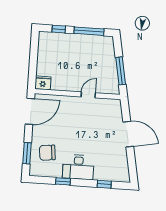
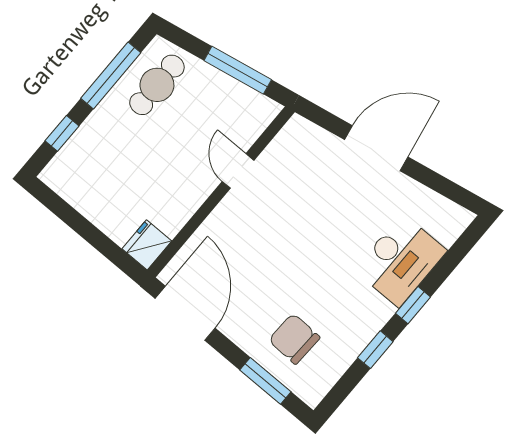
cafe table: (97, 48) -> (157, 85), added
chair: (47, 153) -> (294, 339), turned 98
desk: (78, 167) -> (401, 260), moved
window: (104, 184) -> (413, 305), moved

